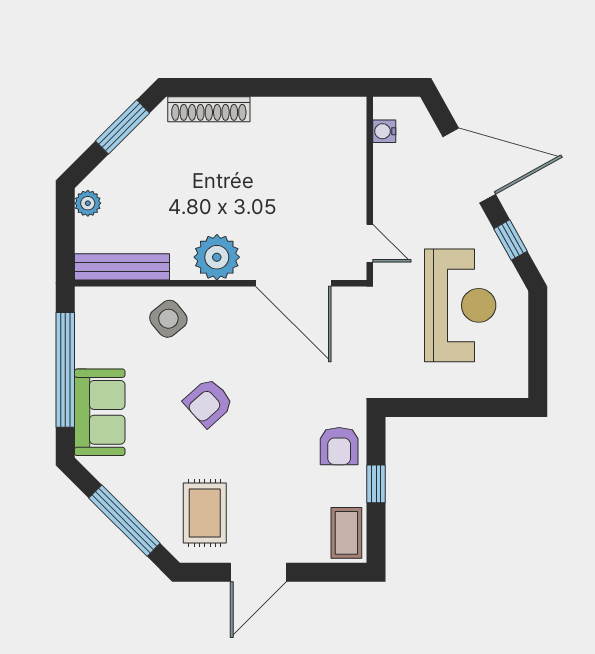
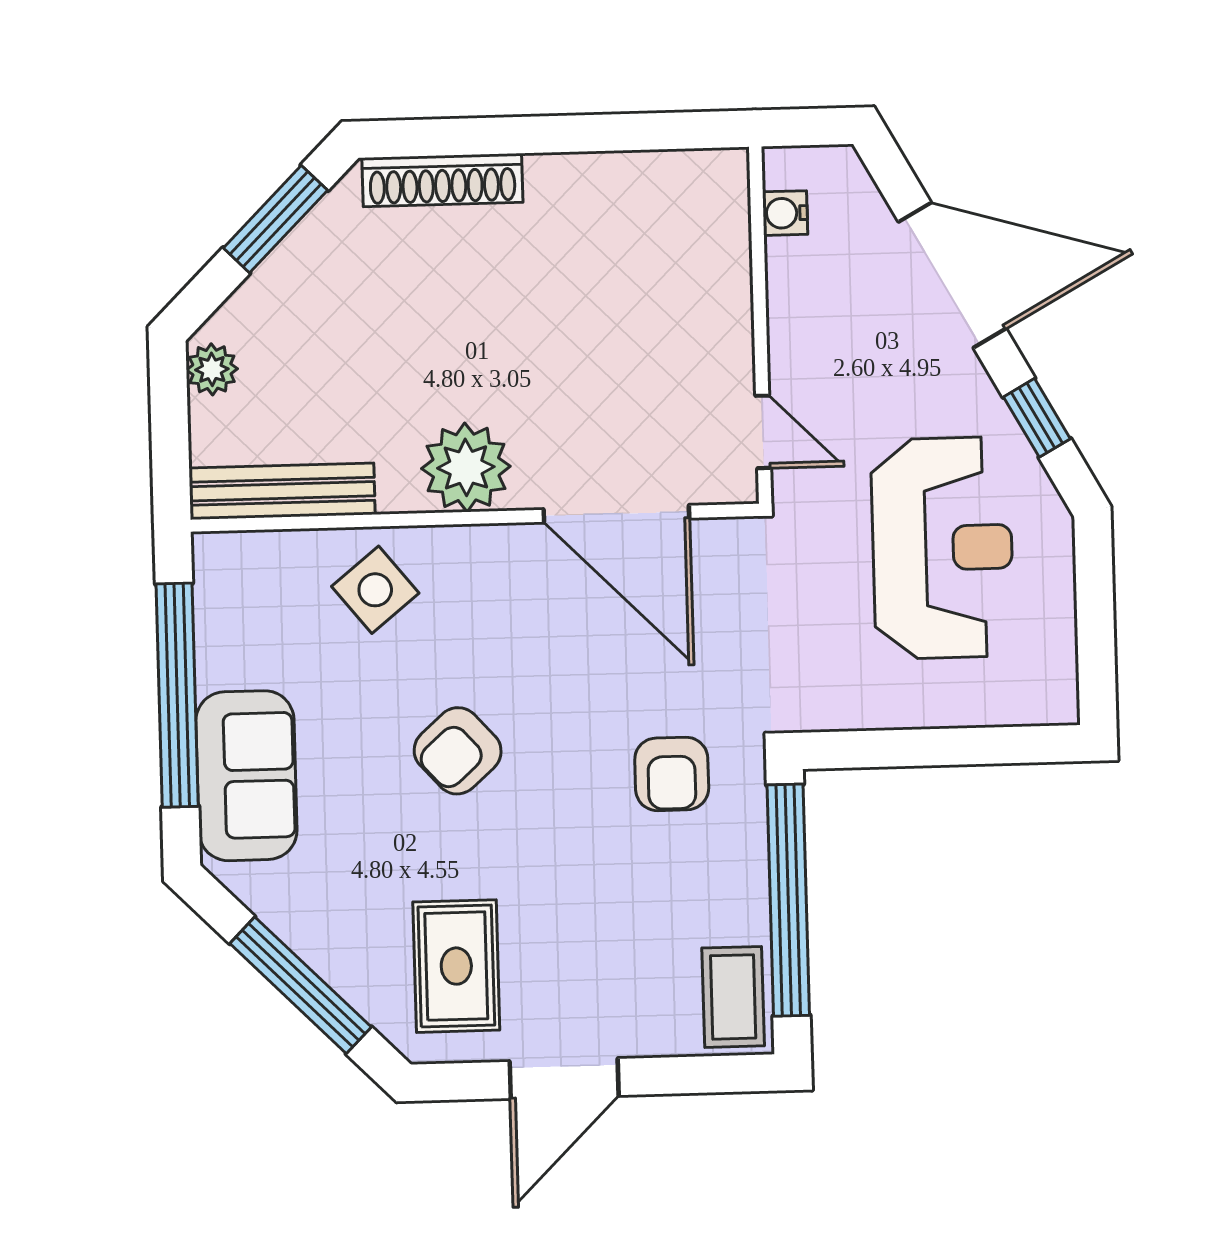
armchair: (339, 446) -> (672, 774), moved
window: (376, 484) -> (788, 900), width x3.17

